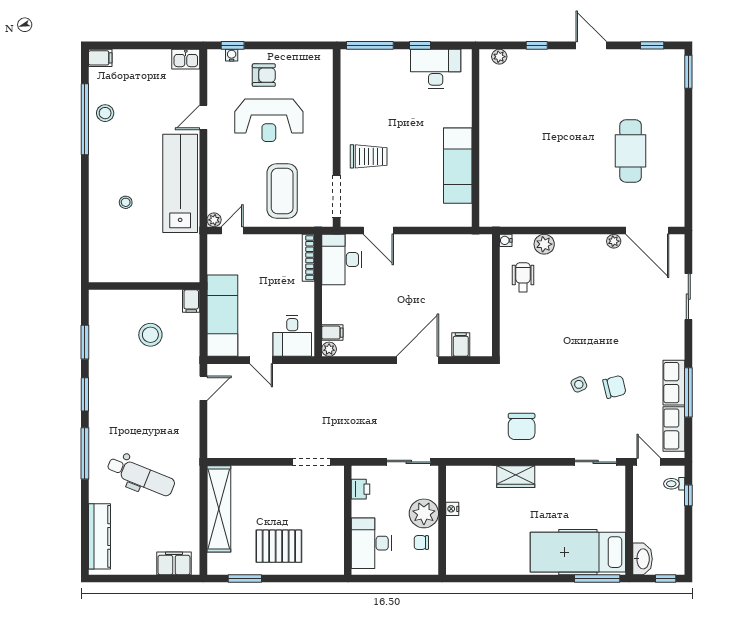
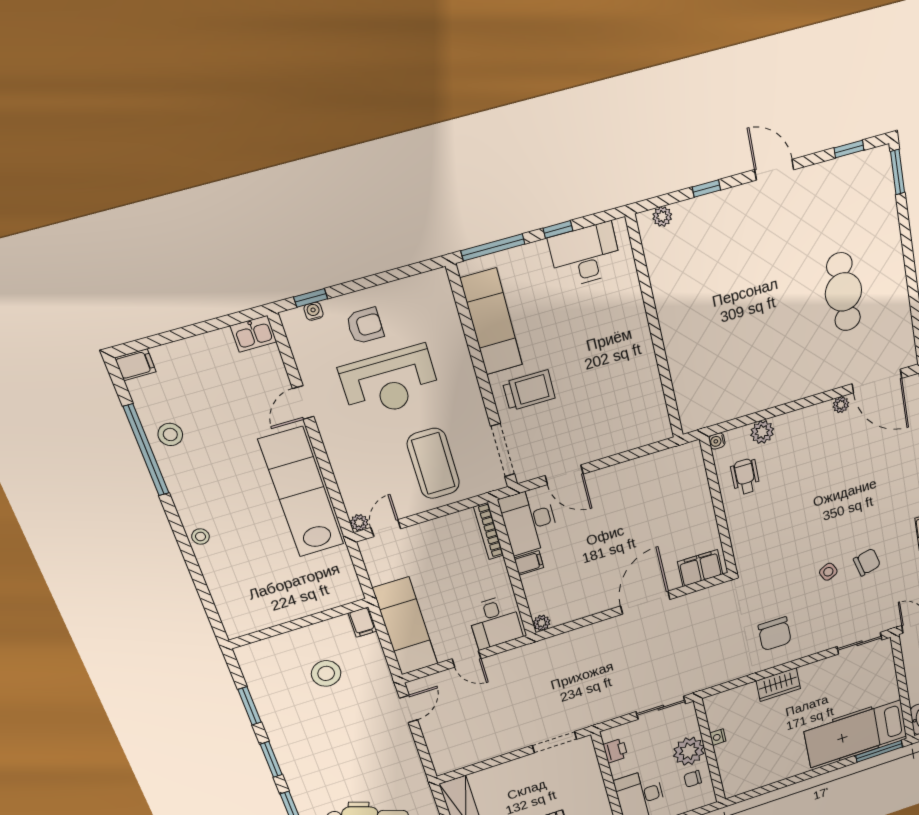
exam couch: (458, 166) -> (491, 322), moved, turned 180
stool: (126, 202) -> (200, 537), moved
filing cabinet: (332, 333) -> (529, 563), moved
filing cabinet: (461, 345) -> (700, 568), width x2.00

